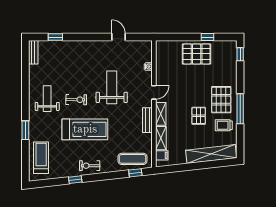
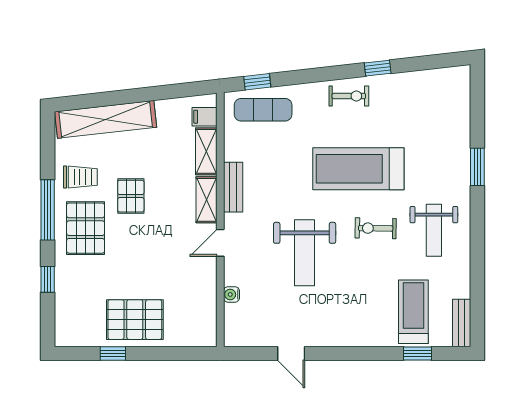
window: (240, 54) -> (48, 279), moved
treadmill: (41, 158) -> (413, 312), moved, turned 180

